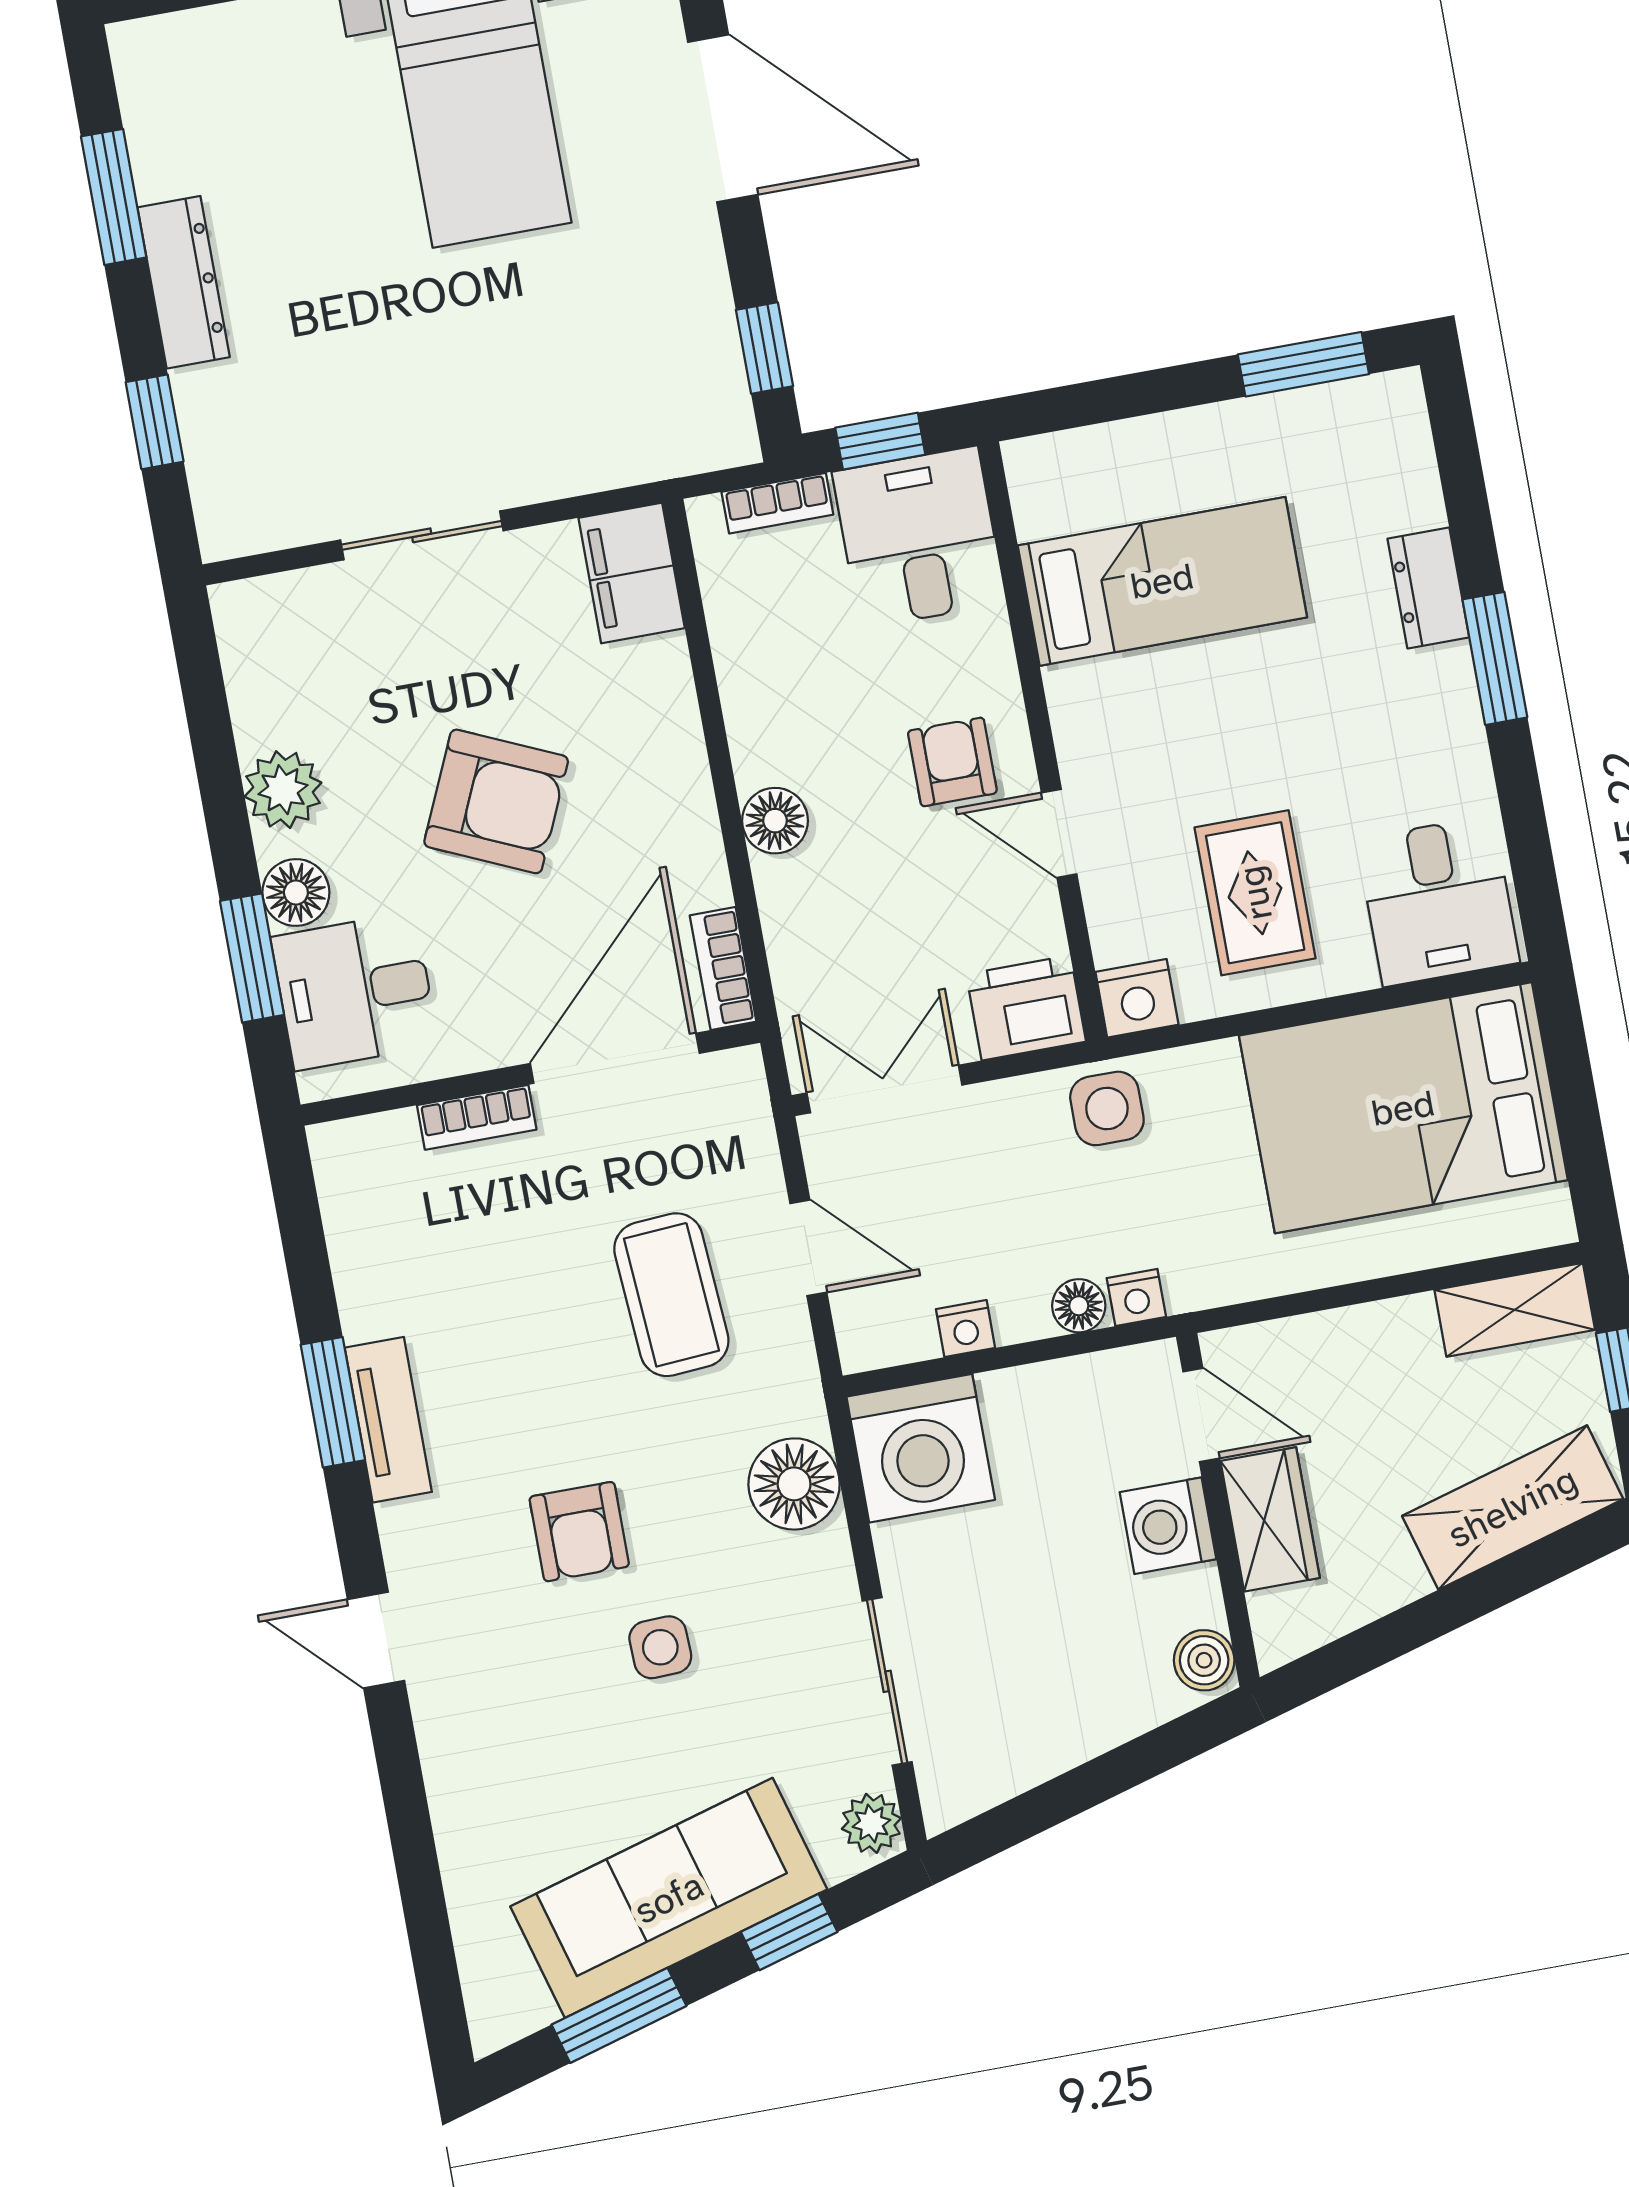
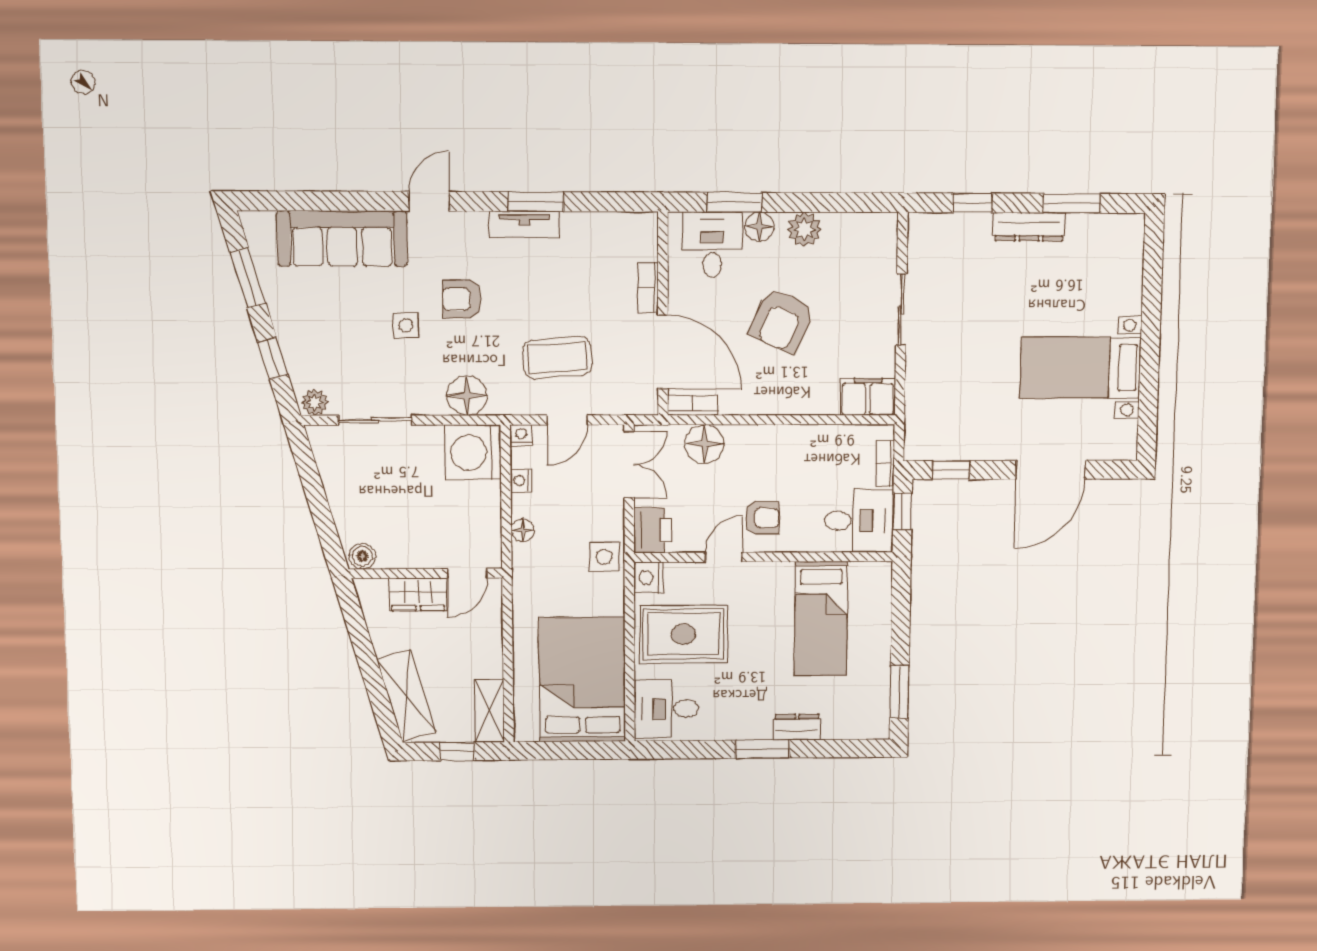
floor lamp: (775, 821) -> (705, 444), moved, width x1.38, depth x1.38
rug: (1255, 893) -> (684, 634), width x1.36, depth x1.43
nightstand: (1136, 1297) -> (521, 435), moved, turned 90
washing machine: (1168, 1526) -> (422, 551), removed
sofa: (669, 1898) -> (342, 239), moved, turned 106

